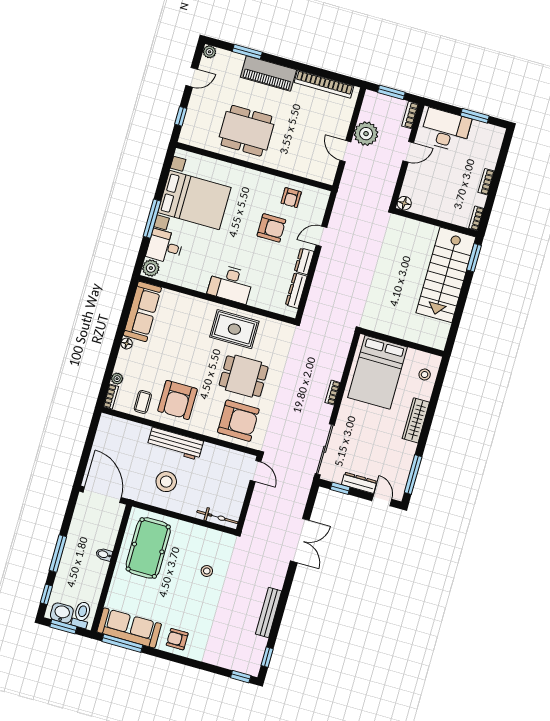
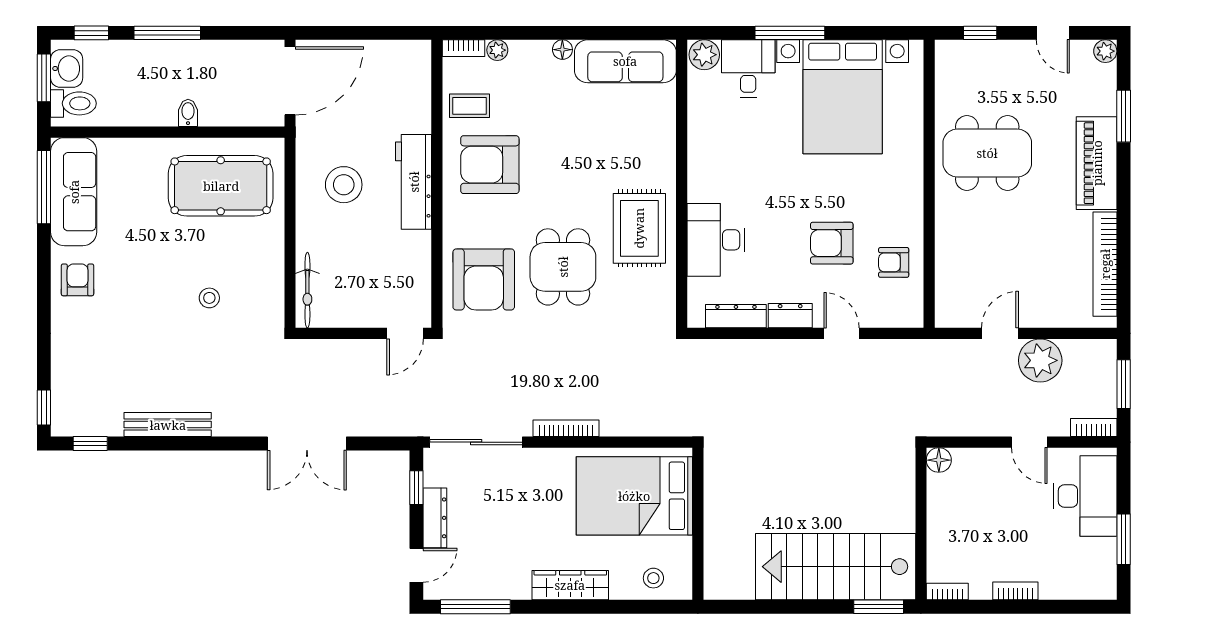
dining table: (246, 131) -> (987, 153), turned 90
armchair: (271, 228) -> (832, 243), turned 90
desk: (231, 284) -> (716, 240), moved
bookcase: (333, 393) -> (566, 428), width x1.56

